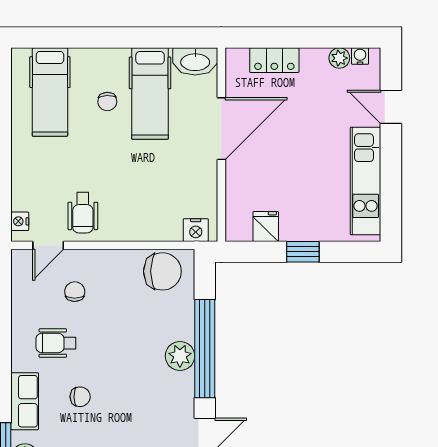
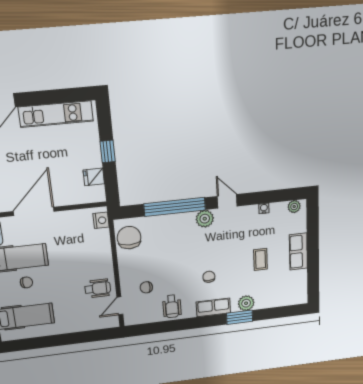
door: (221, 129) -> (34, 211), hinge flipped
nightstand: (20, 221) -> (107, 323), removed
door: (48, 245) -> (120, 306), swing flipped
wheelchair: (56, 343) -> (172, 306), moved
plant: (180, 356) -> (205, 219), moved

